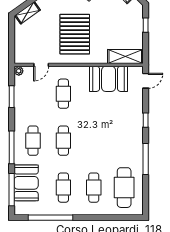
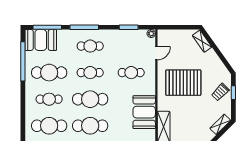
door: (41, 65) -> (156, 53), swing flipped
cafe table: (94, 141) -> (90, 99), added
cafe table: (124, 141) -> (90, 126), added
booth: (26, 183) -> (41, 40), moved
cafe table: (63, 188) -> (49, 73), width x1.37, depth x1.35

